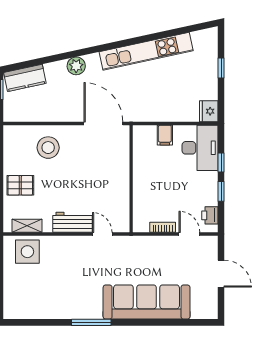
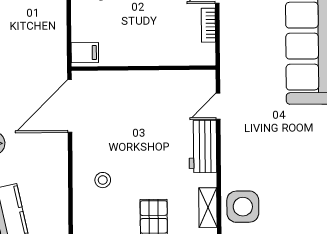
filing cabinet: (165, 135) -> (85, 53), moved
stool: (48, 148) -> (103, 180), width x0.53, depth x0.53

